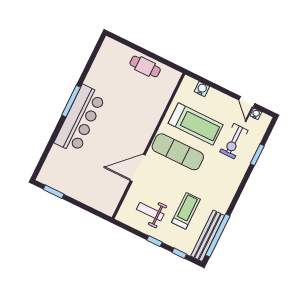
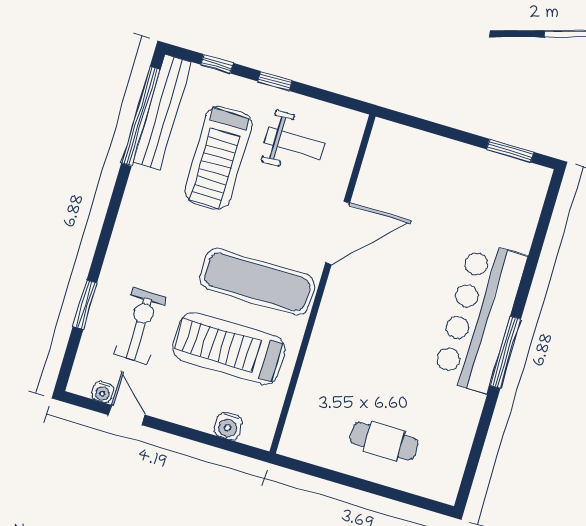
cafe table: (145, 66) -> (384, 441), moved
treadmill: (186, 211) -> (218, 158), width x1.37, depth x1.38

